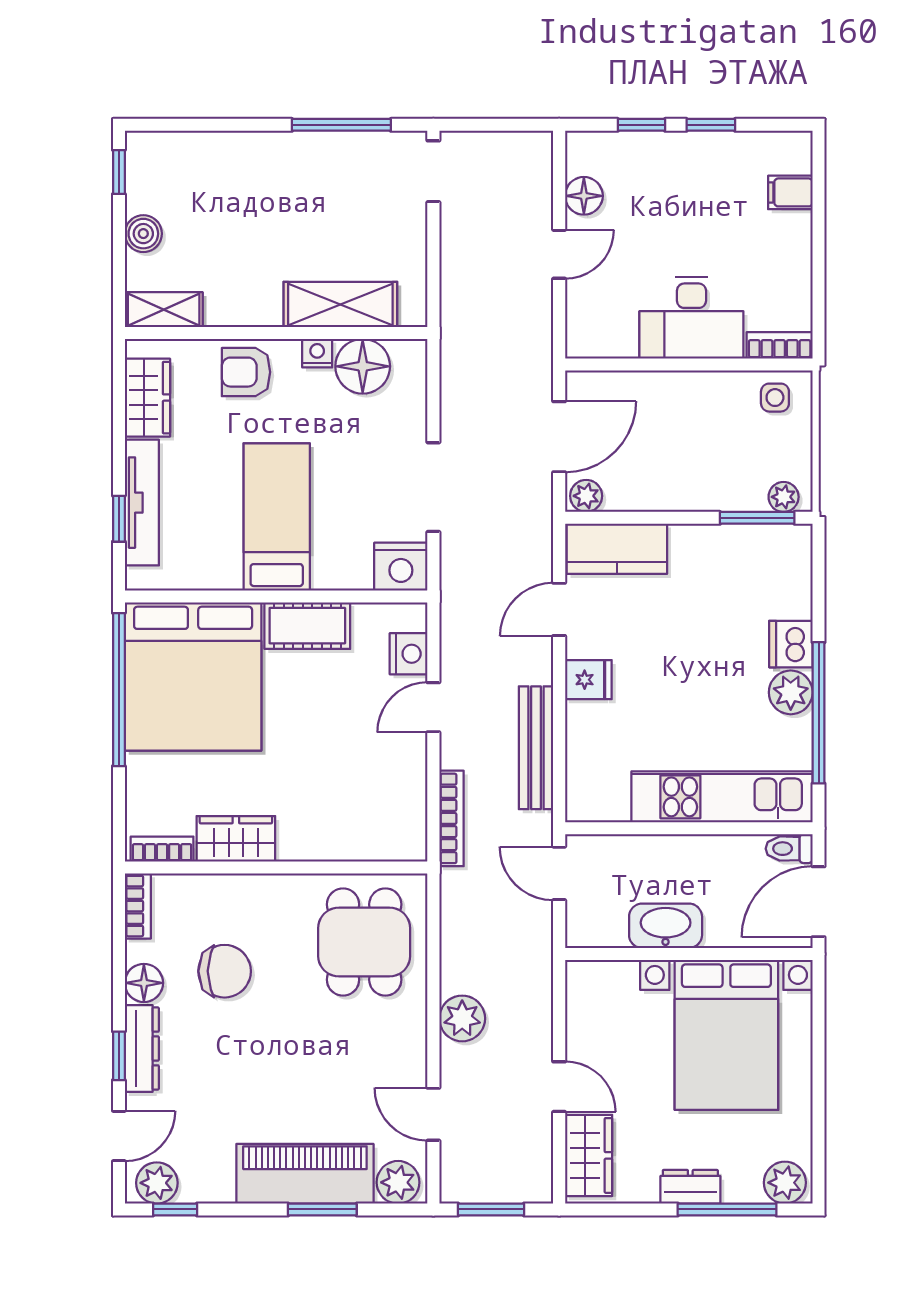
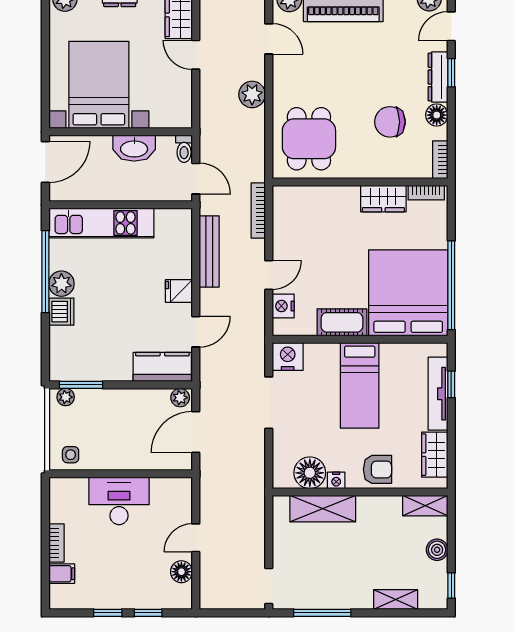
shelving: (215, 148) -> (396, 600), added
bookcase: (780, 345) -> (56, 543), moved, turned -90
toilet: (789, 849) -> (184, 149), moved, turned 90

